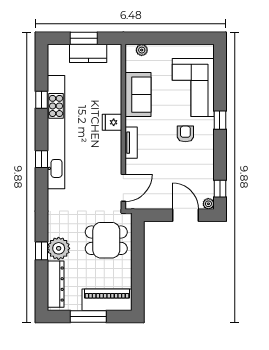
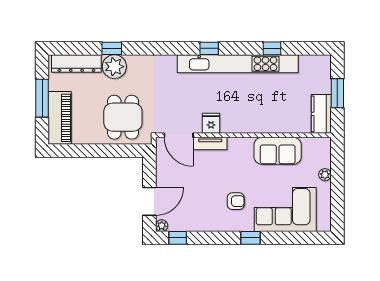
plant: (142, 50) -> (325, 175), moved
kitchen counter: (88, 53) -> (321, 114), moved
fridge: (112, 122) -> (211, 123), moved
tv unit: (131, 143) -> (210, 144), moved

